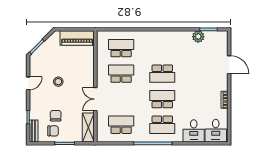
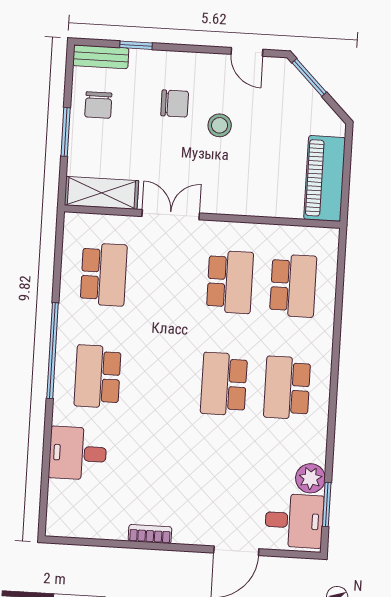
door: (28, 83) -> (247, 52), moved
school desk: (162, 99) -> (287, 388), moved, turned 180
chair: (56, 116) -> (175, 104), moved
desk: (216, 131) -> (294, 521), moved, turned 180

